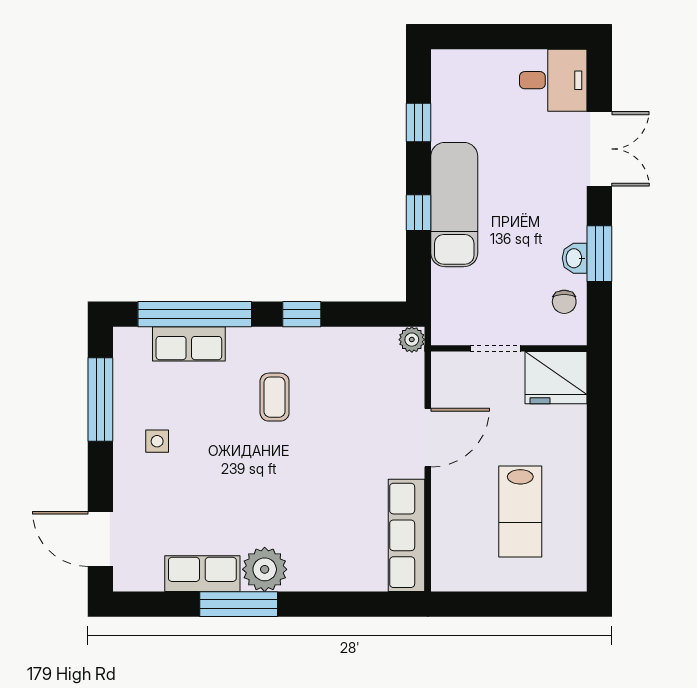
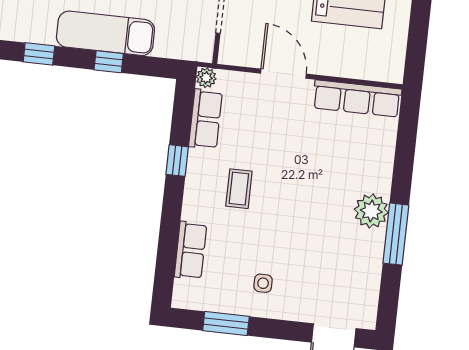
window: (195, 314) -> (168, 243), removed
coffee table: (275, 397) -> (239, 189), turned 90
window: (100, 399) -> (226, 323), width x0.69
row of seats: (202, 574) -> (205, 119), moved, turned 180

